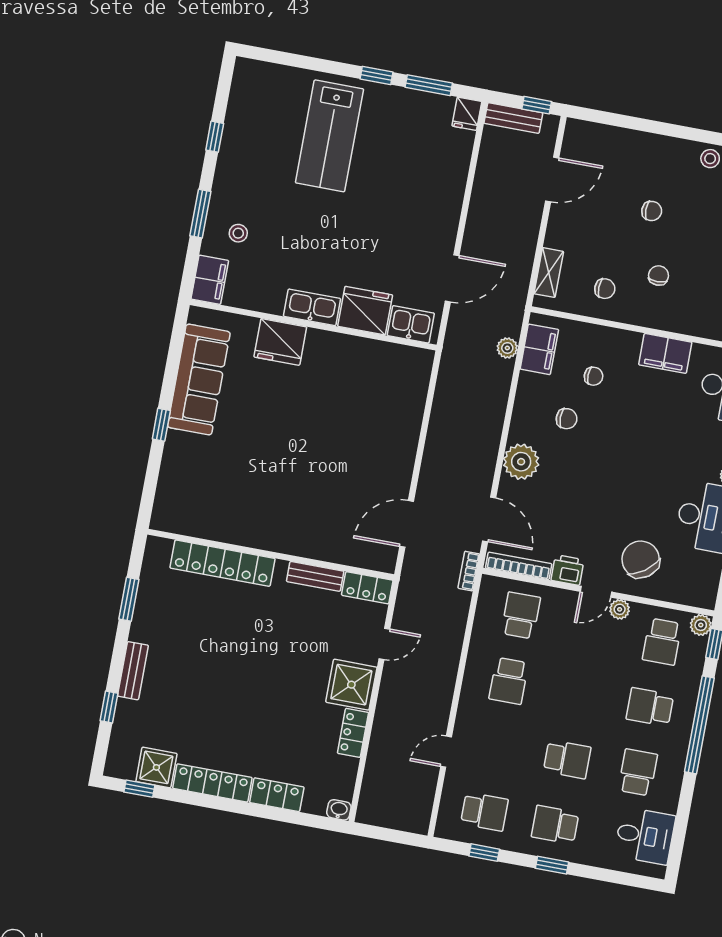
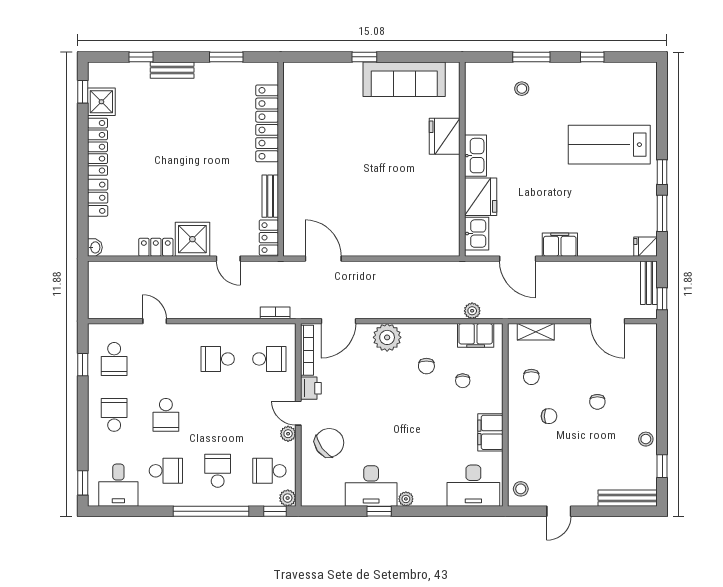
filing cabinet: (210, 280) -> (560, 245), moved, turned 180
bookcase: (469, 571) -> (275, 313), moved
window: (552, 865) -> (83, 483), moved

